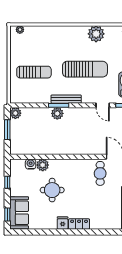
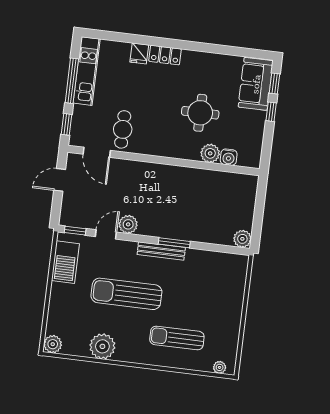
sun lounger: (34, 72) -> (177, 338), moved
door: (103, 105) -> (106, 234), hinge flipped
plant: (57, 113) -> (128, 224), moved
window: (7, 130) -> (258, 215), removed
window: (7, 182) -> (271, 112), moved
fridge: (63, 223) -> (139, 53), moved

